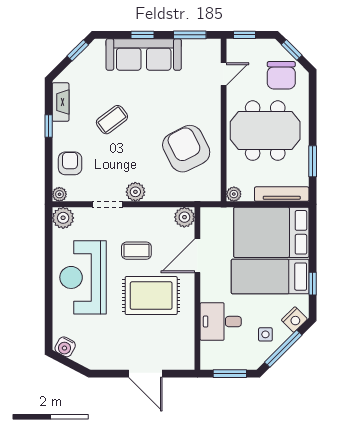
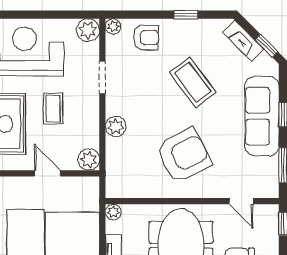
fireplace: (61, 102) -> (243, 41), moved, turned 45
coffee table: (112, 120) -> (193, 82), width x1.36, depth x1.30
armchair: (186, 149) -> (184, 156), moved
plant: (135, 192) -> (116, 126), moved
door: (197, 256) -> (48, 173), width x0.73

